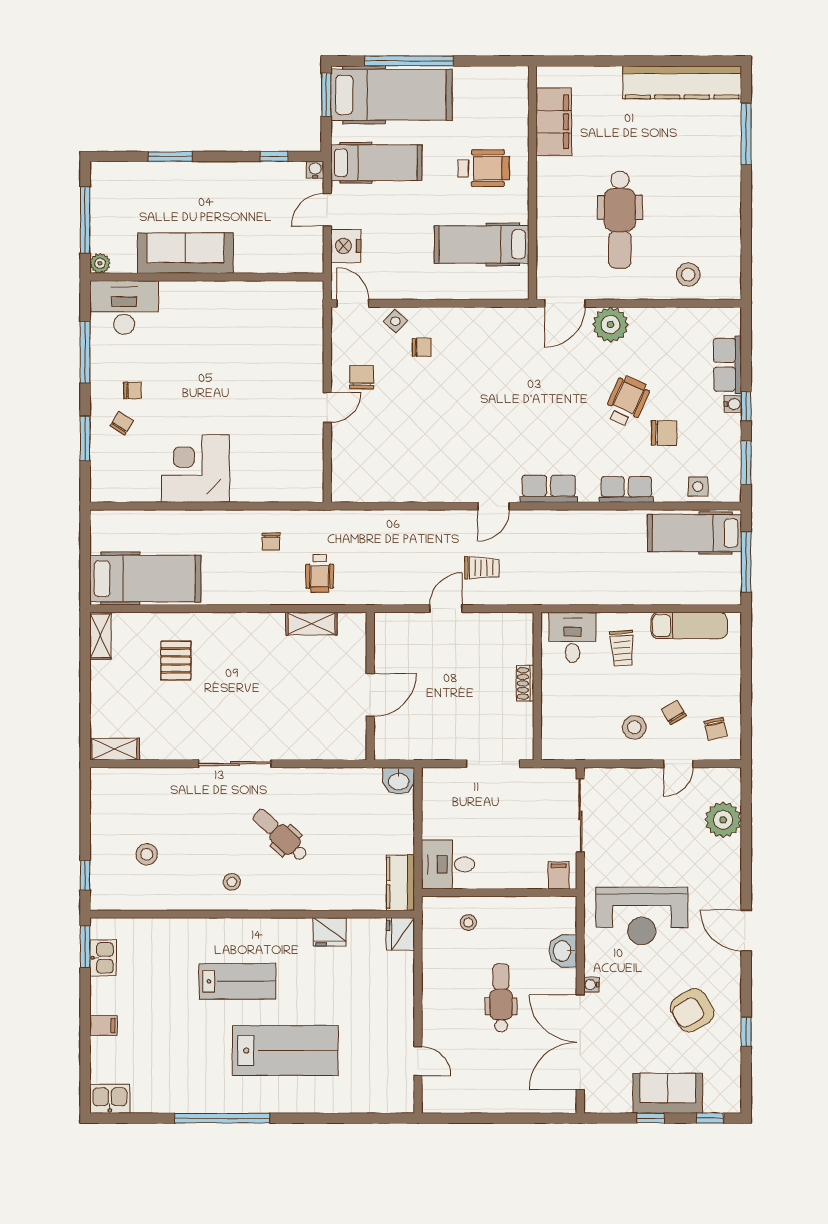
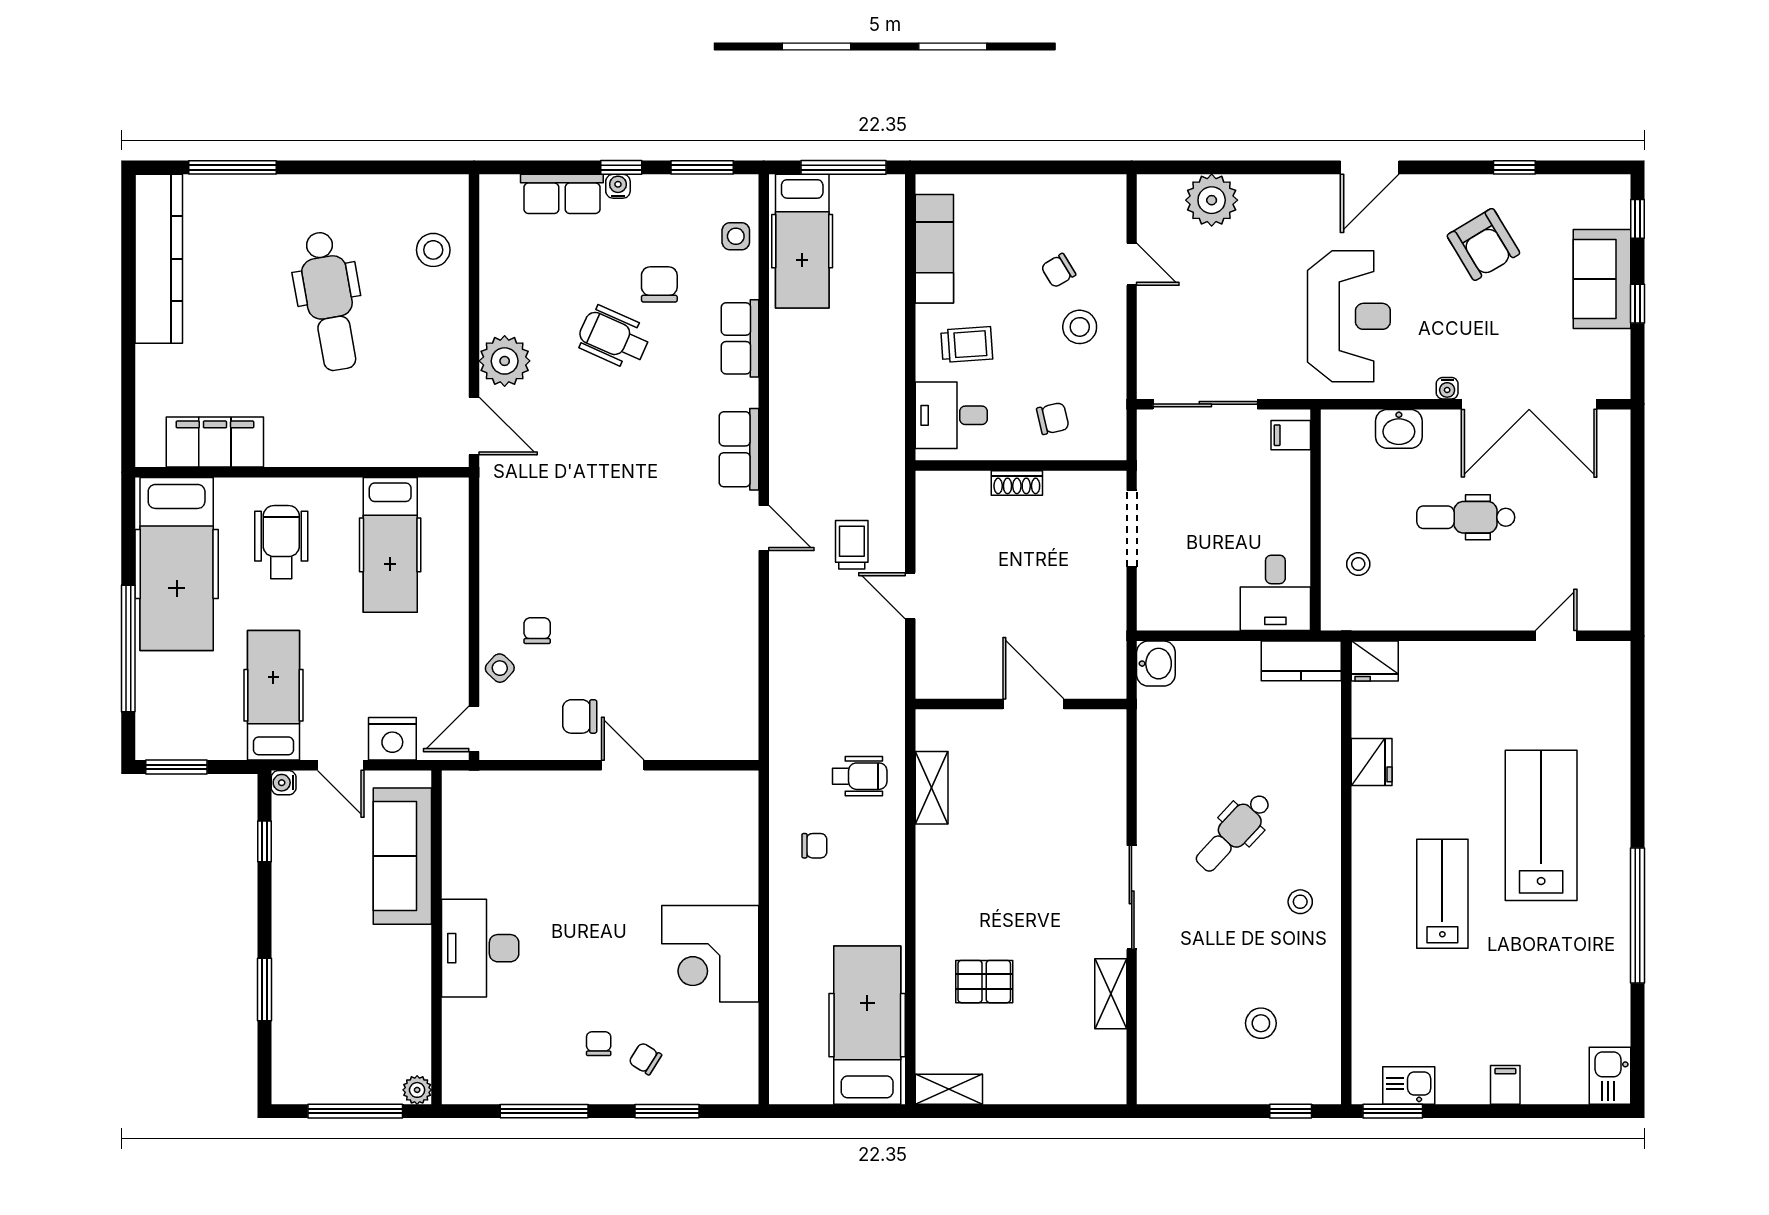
hospital bed: (392, 95) -> (177, 564), moved, turned 180
dental chair: (620, 220) -> (329, 301), moved, turned 80
sofa: (185, 253) -> (402, 856), moved
desk: (124, 307) -> (480, 948), moved
chair: (716, 729) -> (1053, 418), moved
shelving: (114, 749) -> (1111, 994), moved

